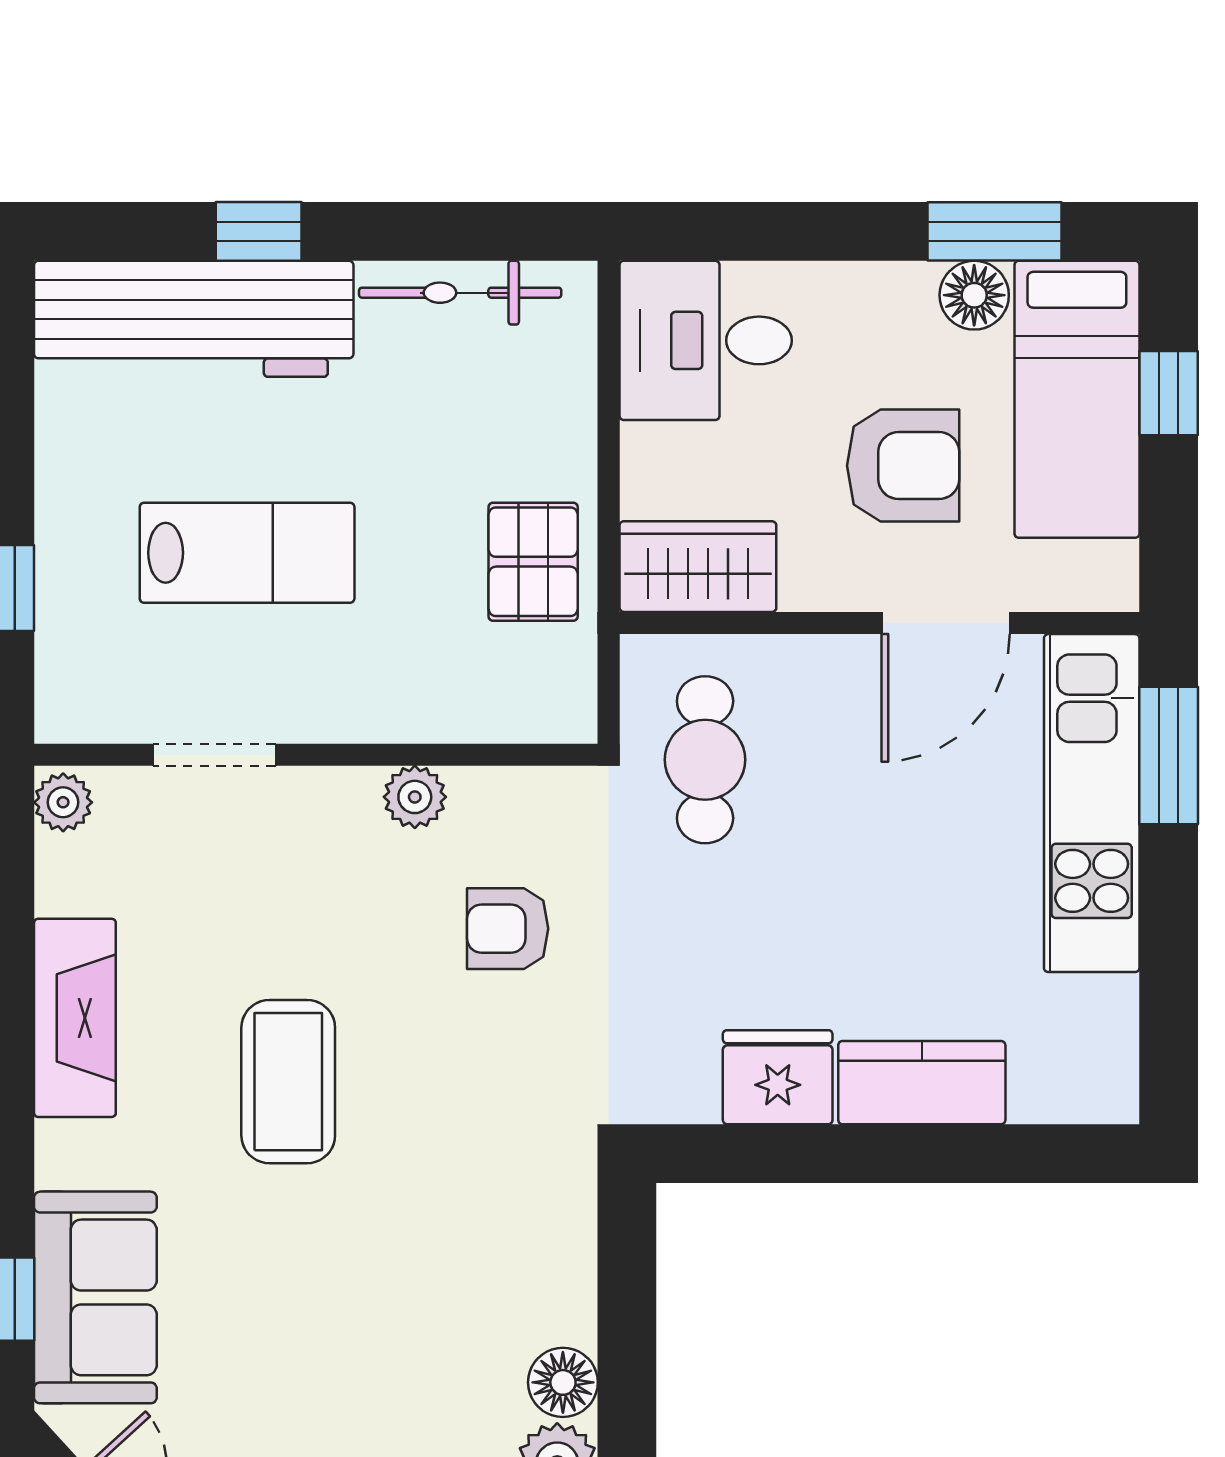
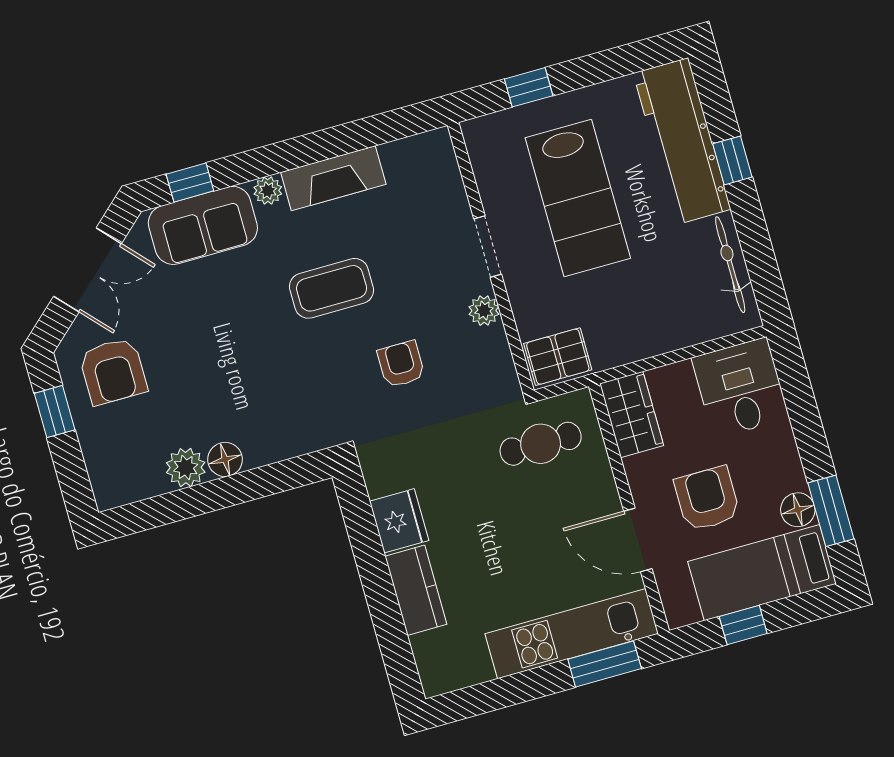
window: (1169, 393) -> (743, 625), moved
armchair: (903, 466) -> (707, 499), turned 180
lab bench: (247, 553) -> (578, 198), width x1.36, depth x1.39
pallet: (533, 562) -> (558, 357), moved
doorway: (214, 755) -> (488, 246), moved
plant: (63, 802) -> (268, 191), moved
armchair: (508, 929) -> (401, 364), moved

